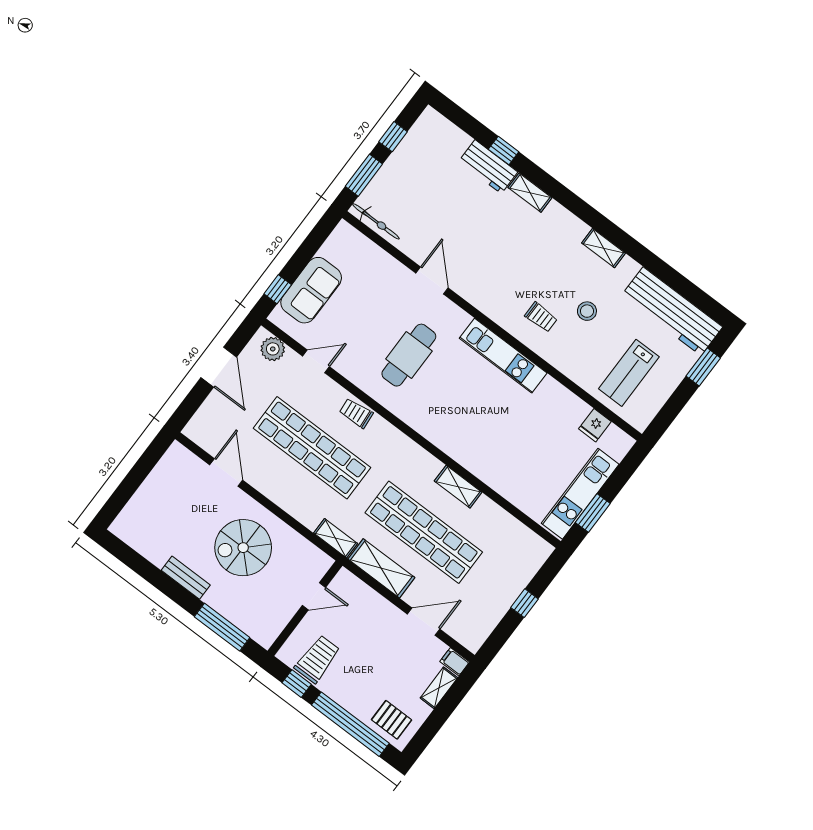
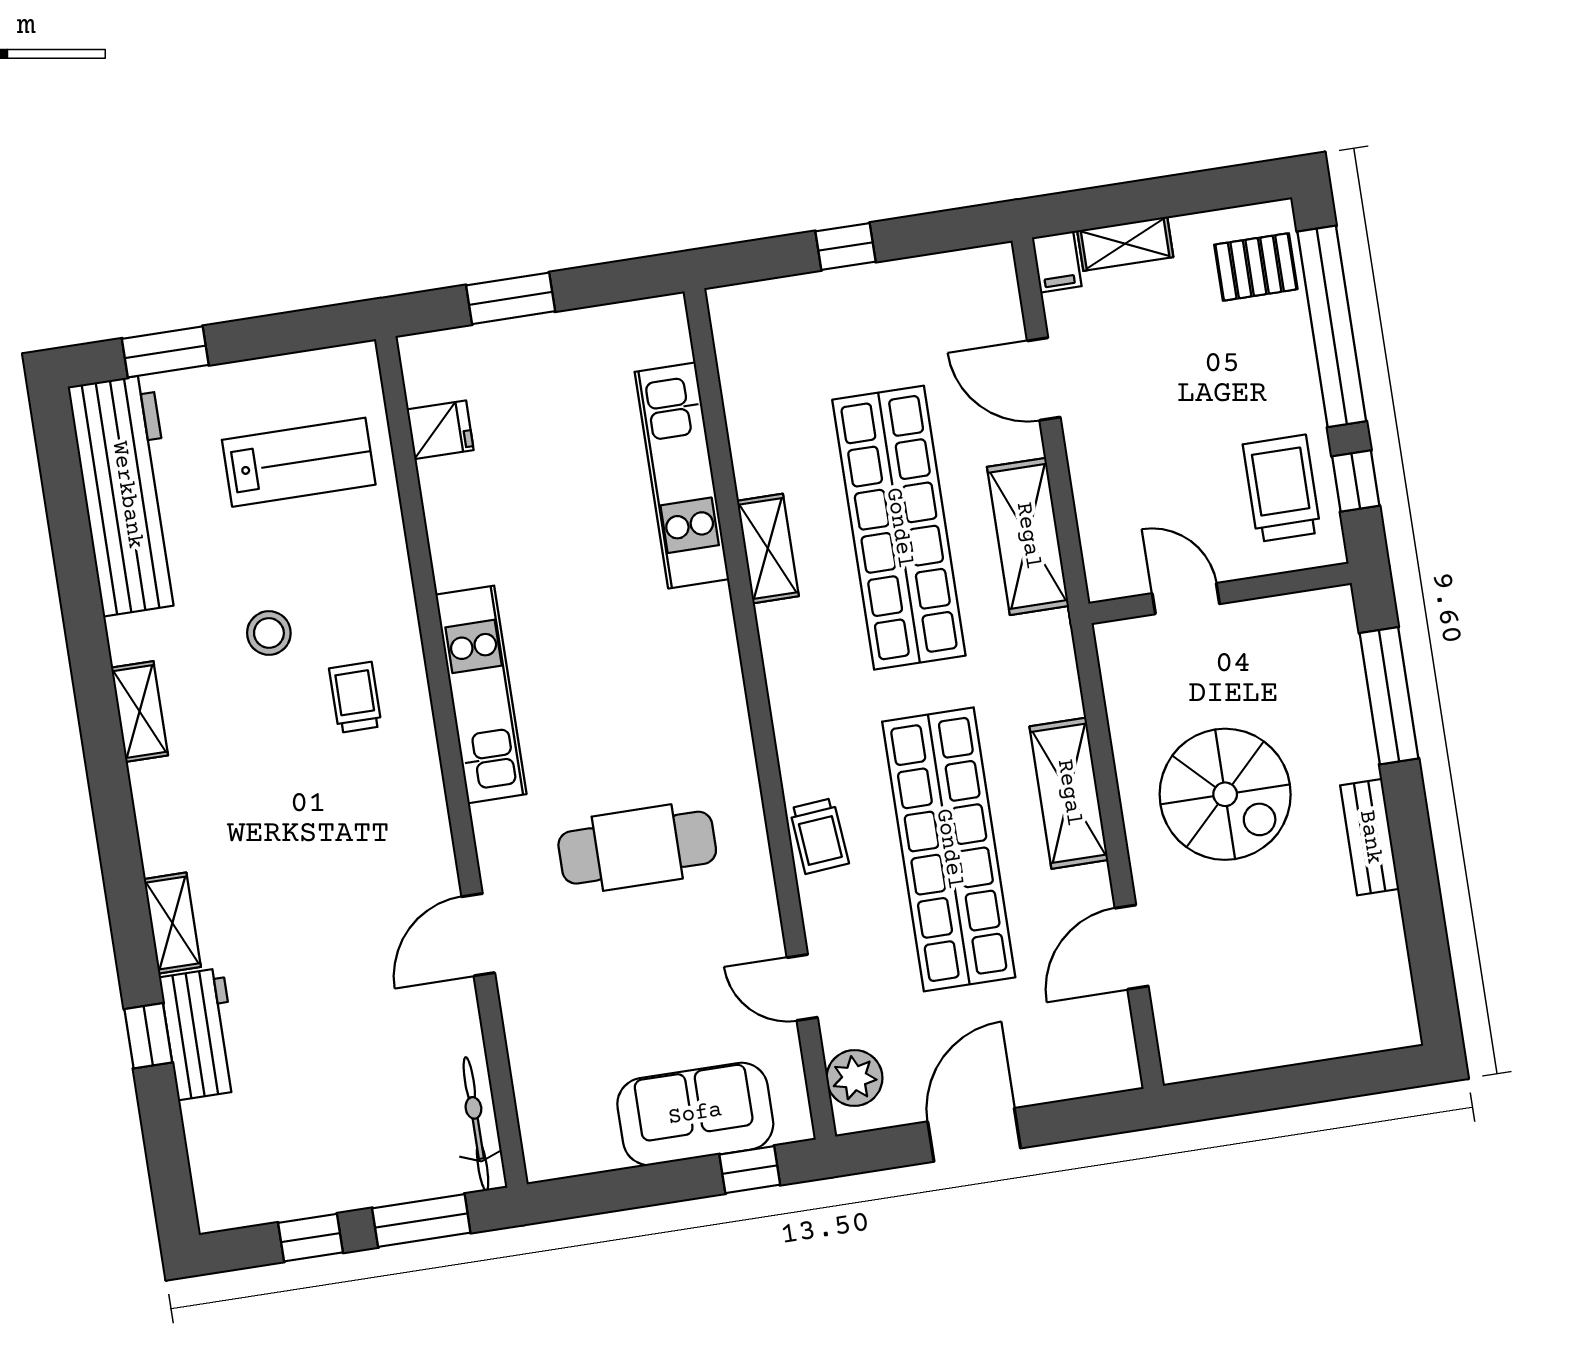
kitchen unit: (580, 494) -> (682, 475), moved, turned 90
window: (593, 513) -> (511, 298), moved
shelving: (336, 538) -> (1069, 793), moved, width x1.50, depth x1.33
trolley: (317, 659) -> (1282, 488), turned 90
pallet: (392, 720) -> (1256, 267), turned 90

